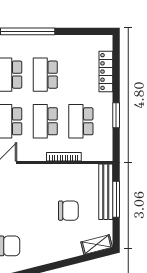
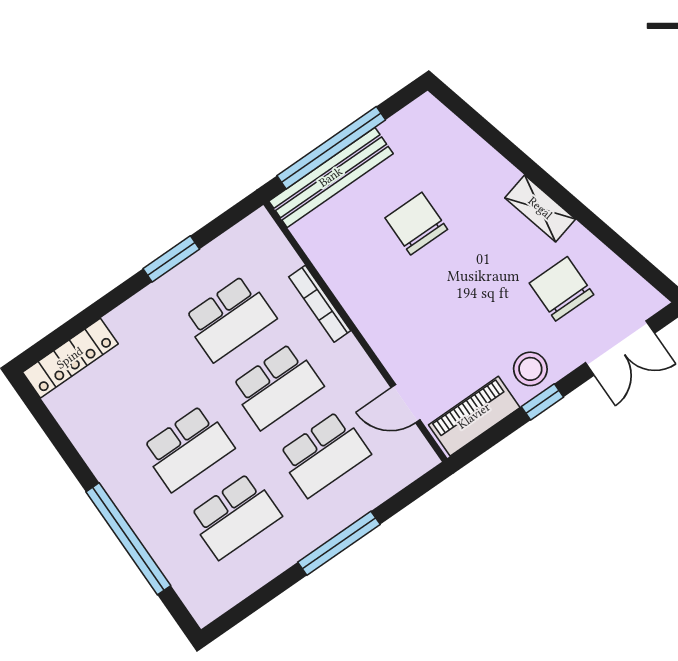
locker: (106, 72) -> (70, 358), moved
window: (116, 199) -> (331, 148), width x1.46
shelving: (97, 245) -> (540, 208), moved

